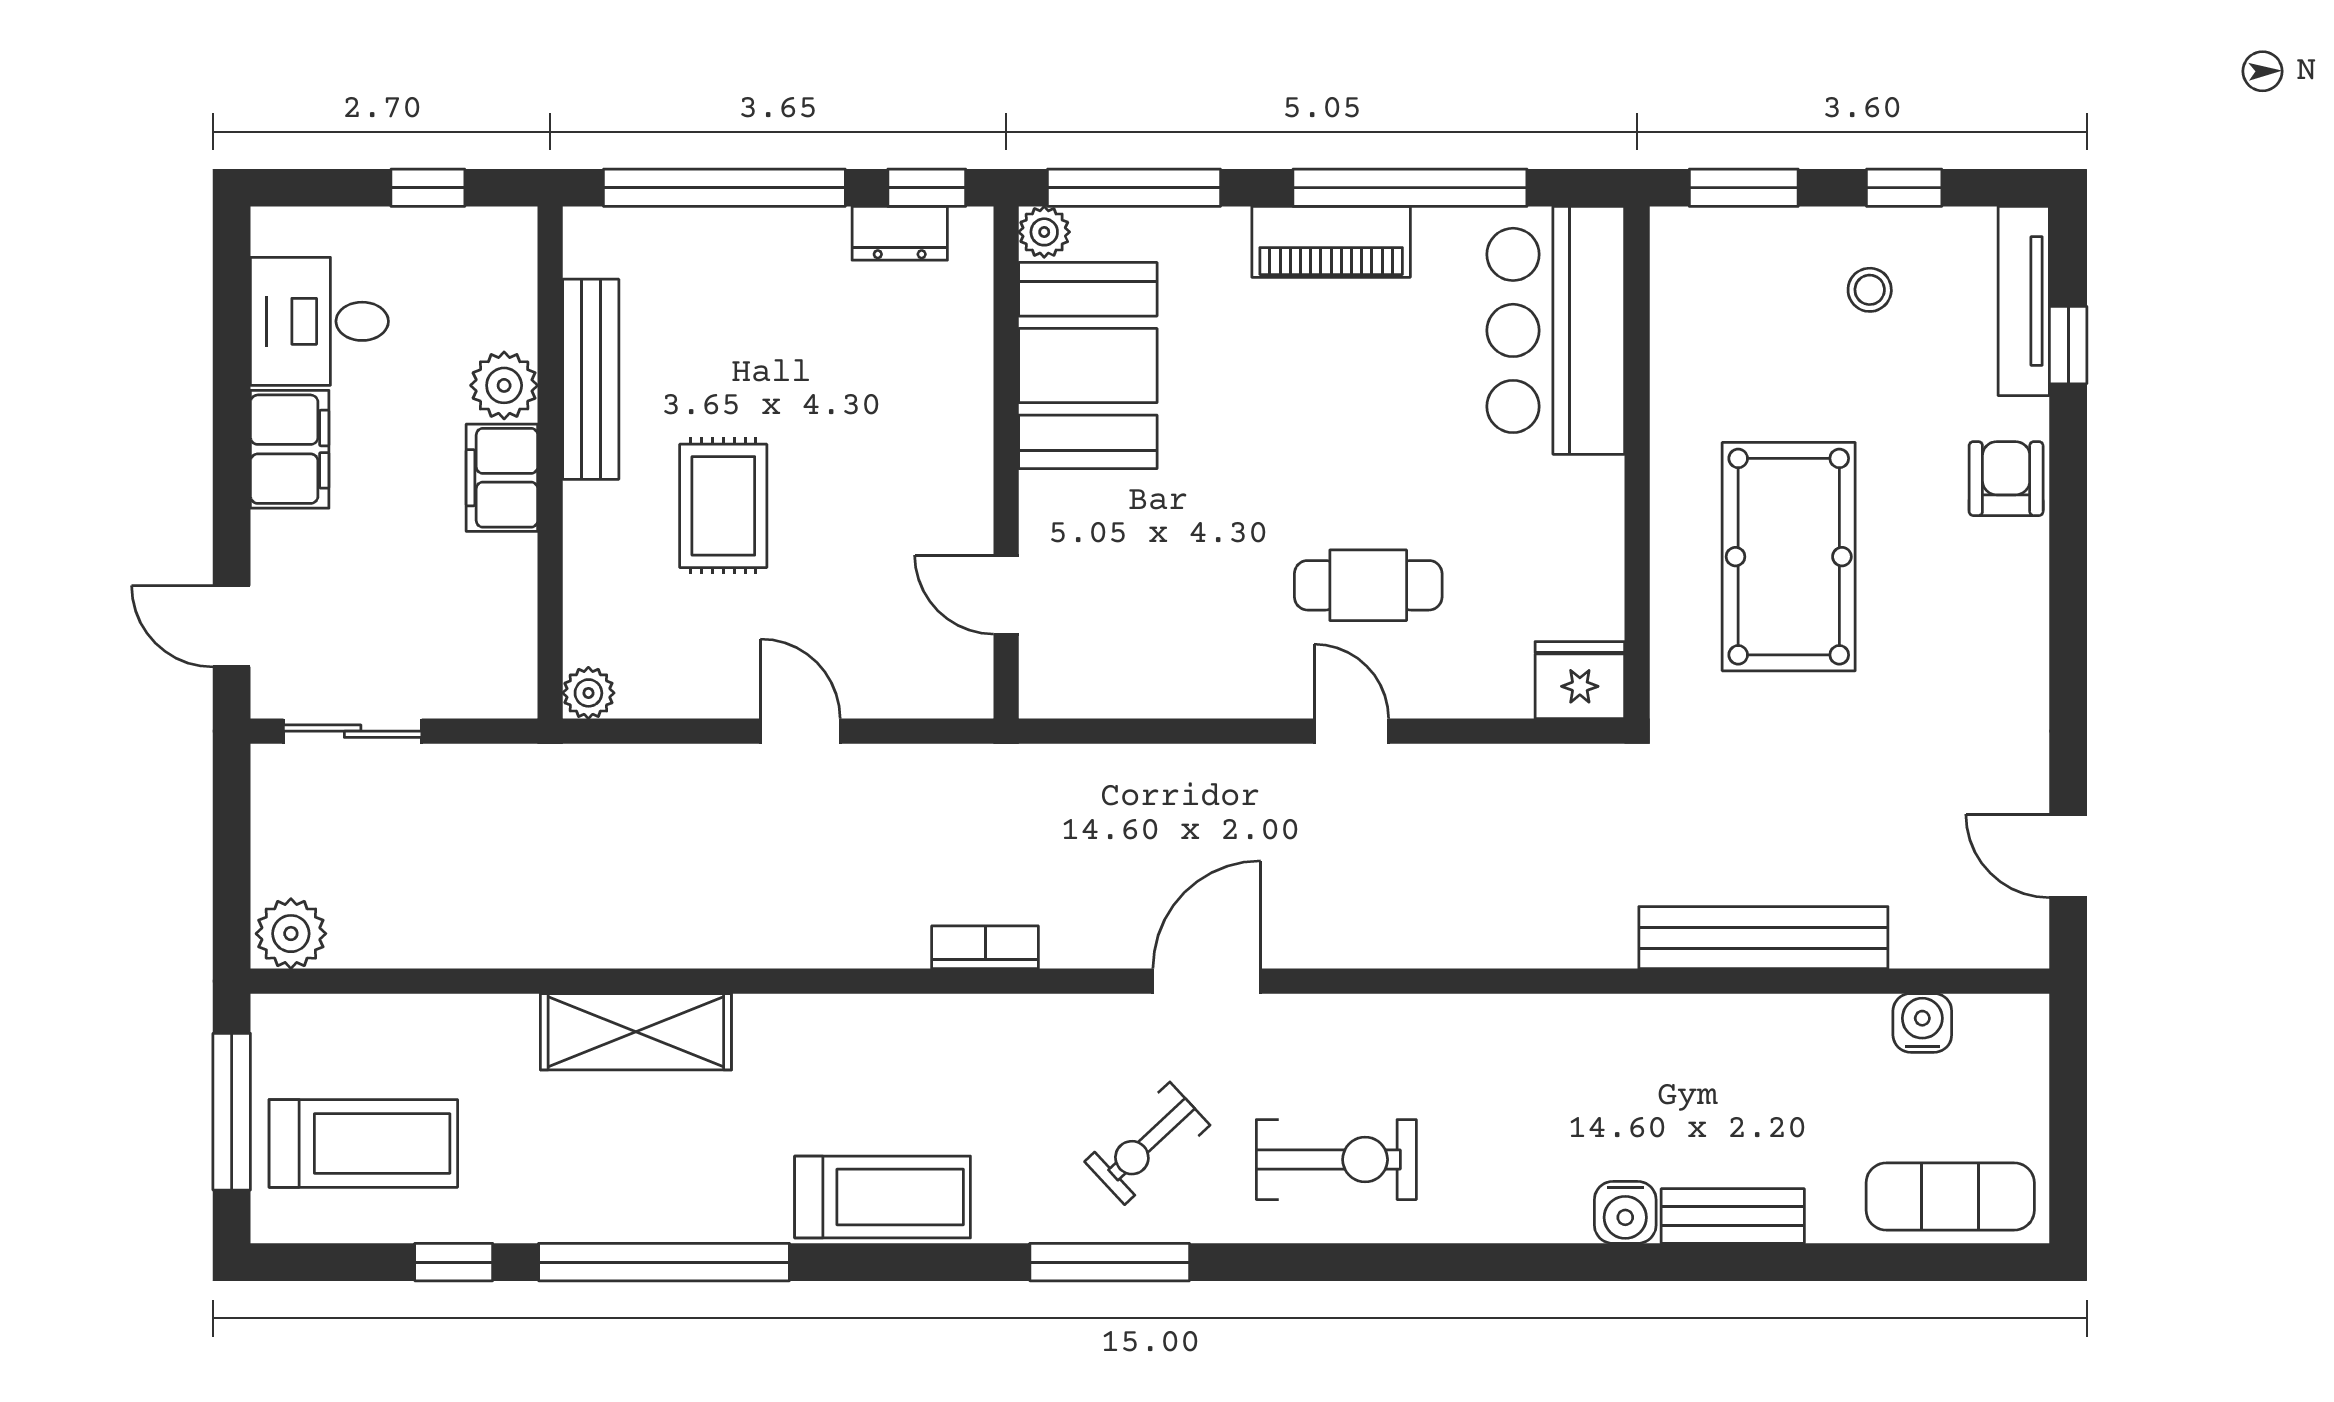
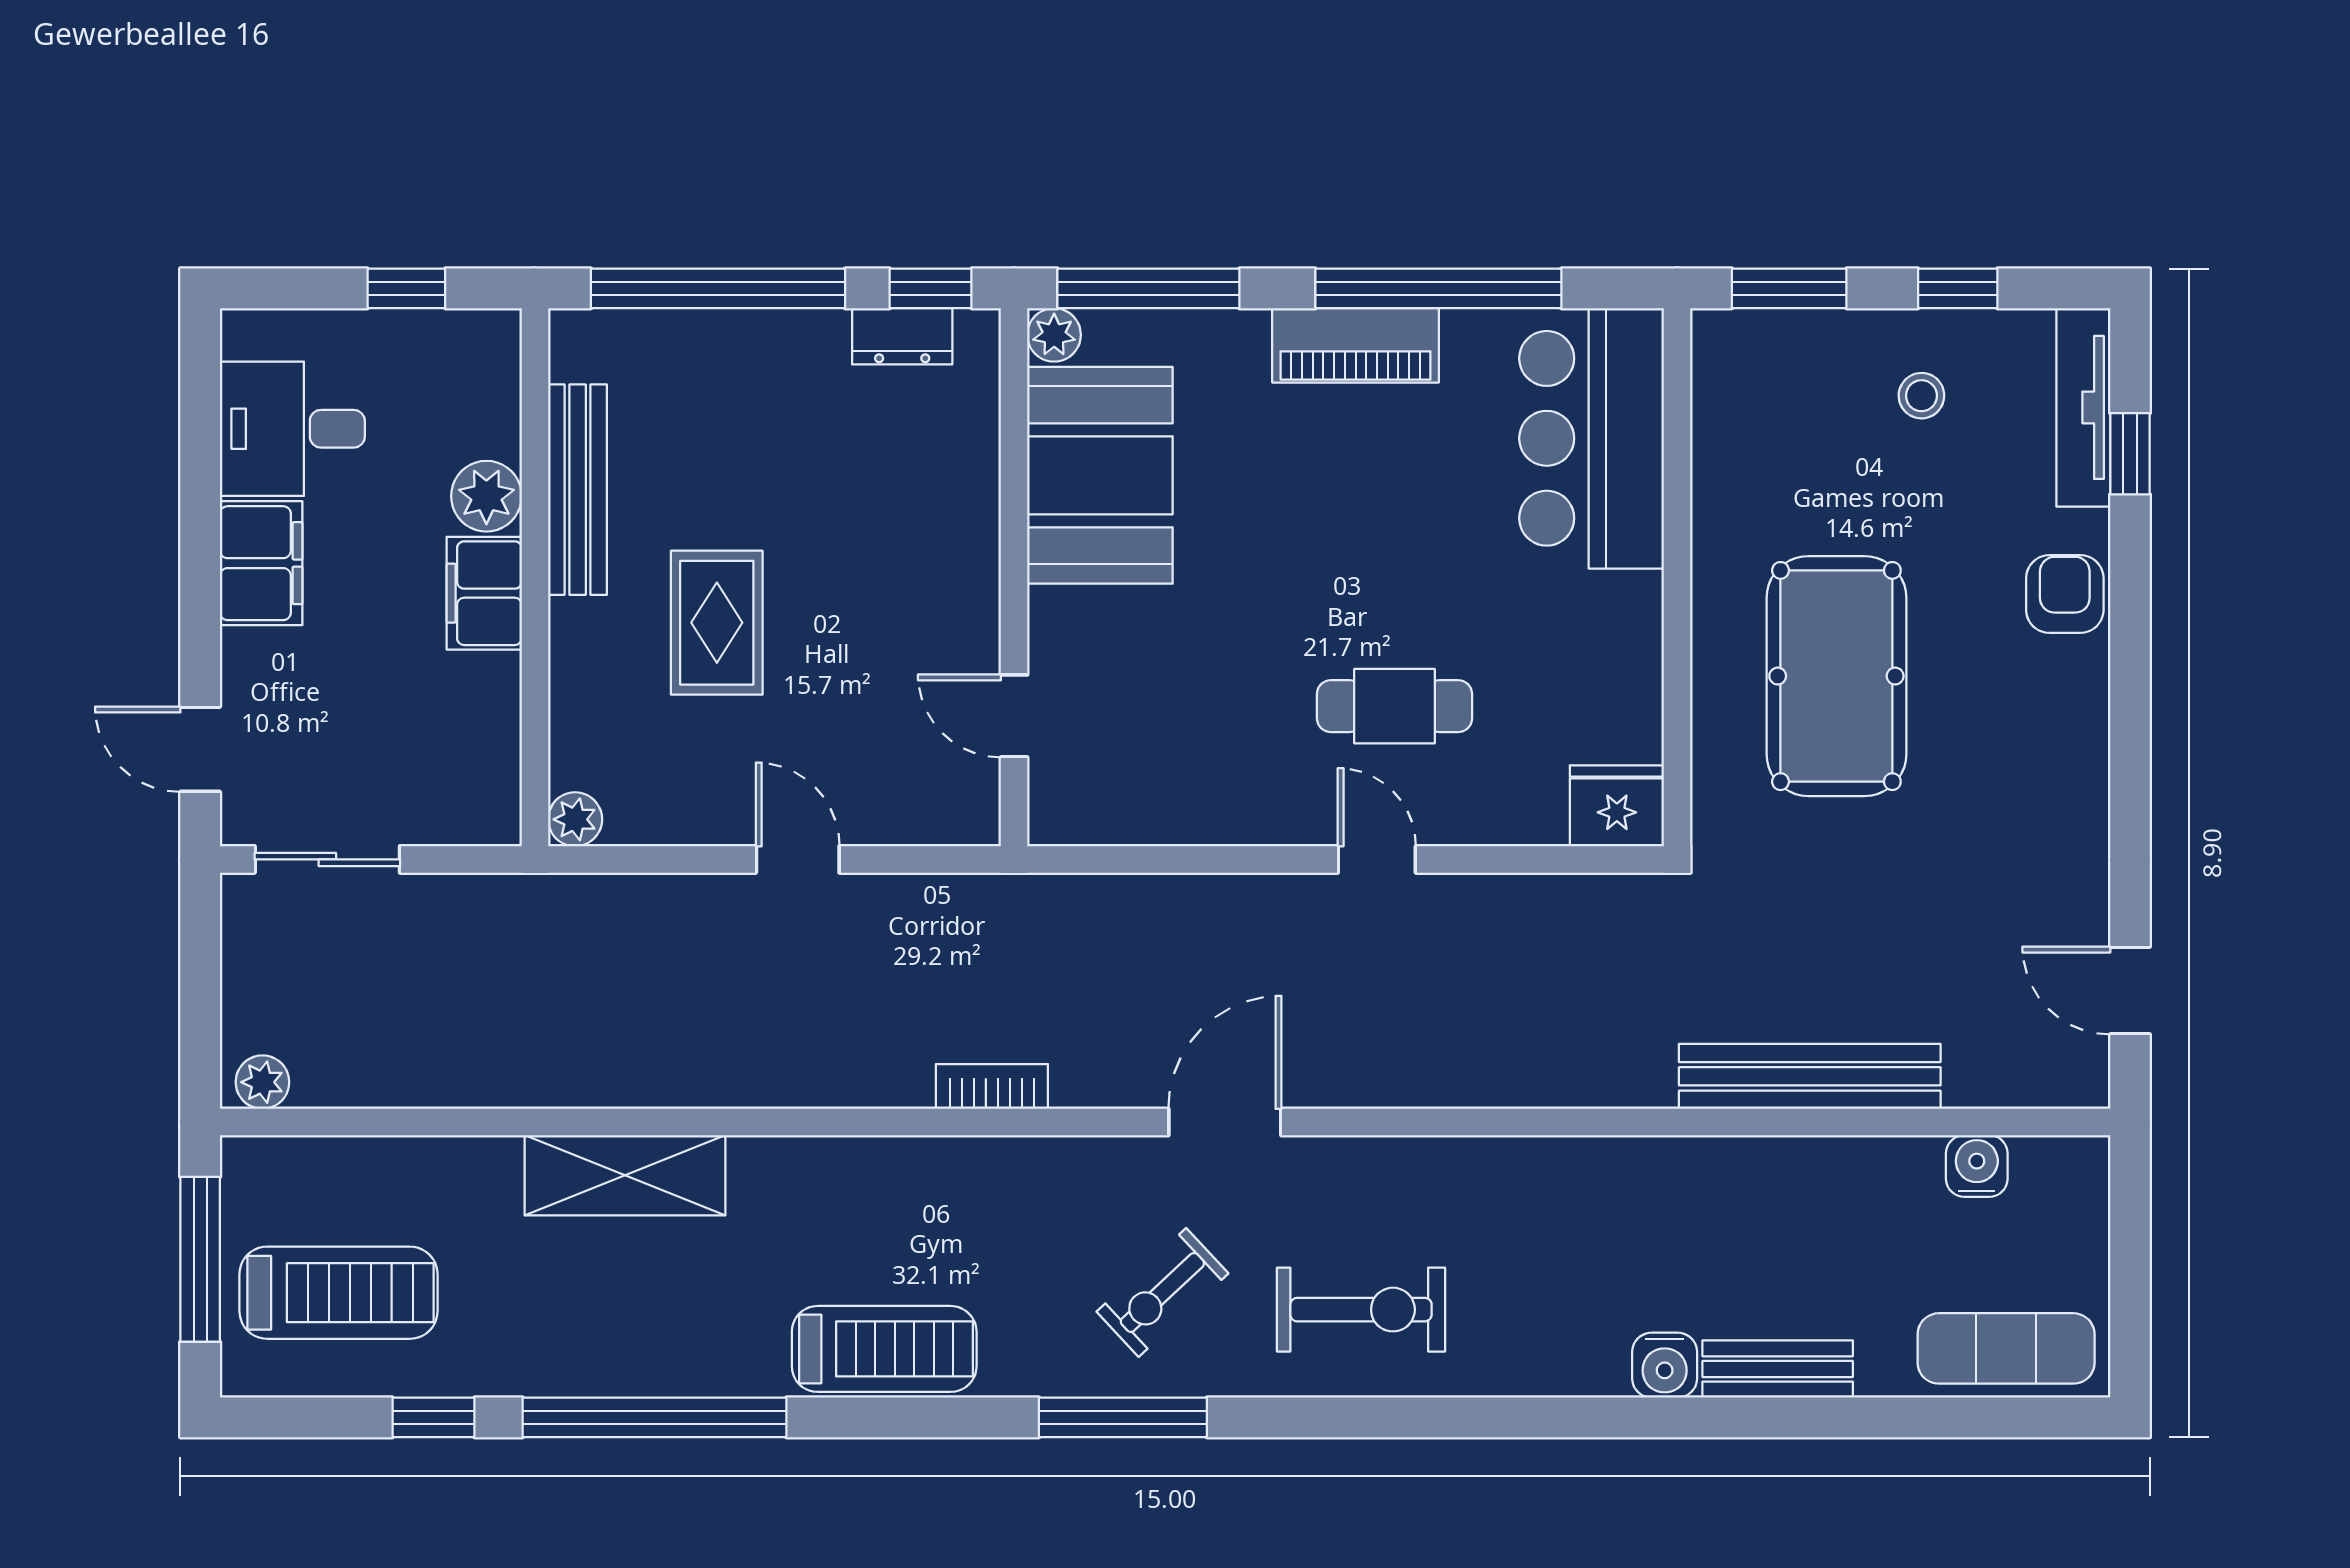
plant: (291, 934) -> (262, 1082), width x0.73, depth x0.73

